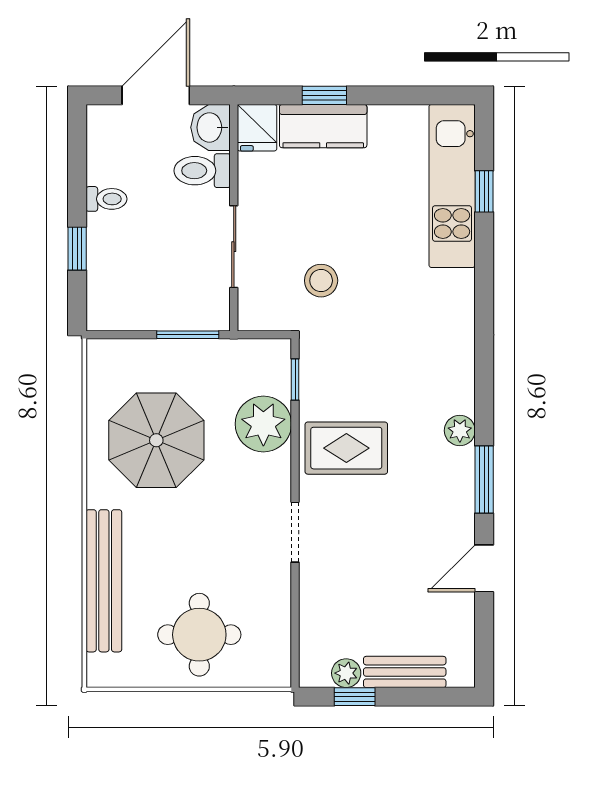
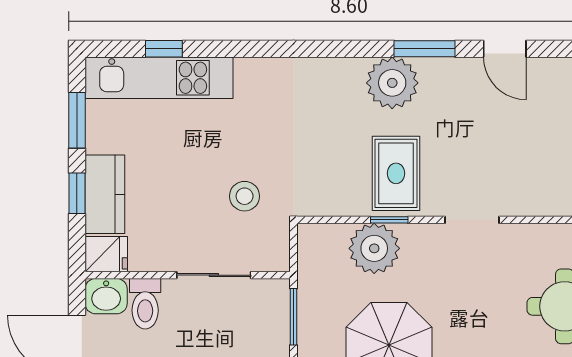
window: (405, 95) -> (77, 120), added
window: (295, 379) -> (389, 220), moved
plant: (460, 431) -> (392, 83), width x1.88, depth x1.88

